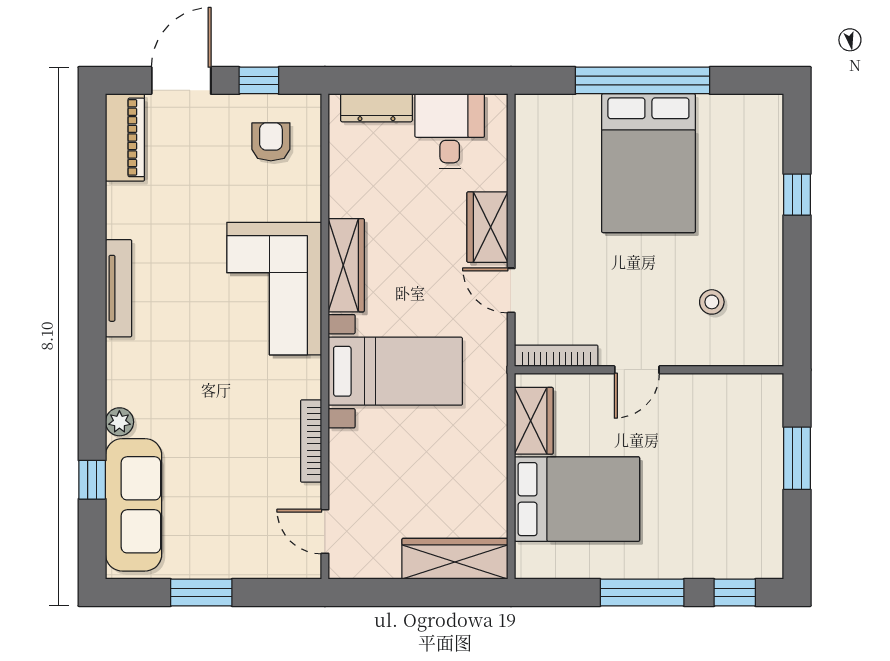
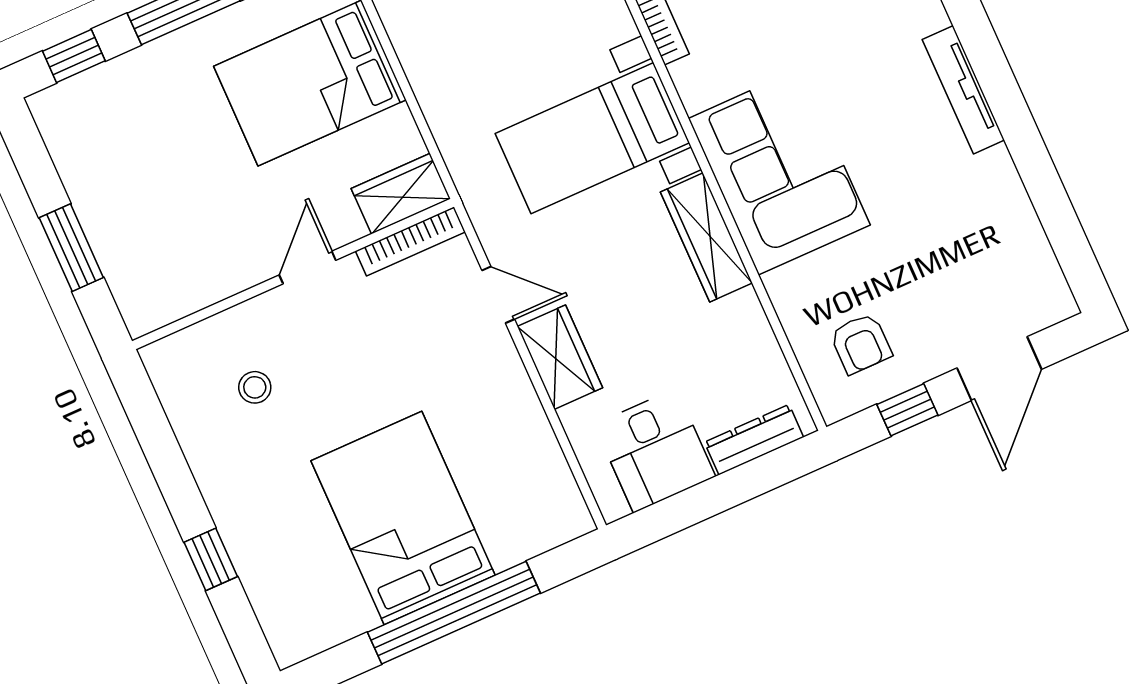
piano: (125, 137) -> (1036, 272), removed
wardrobe: (534, 421) -> (401, 194), moved, turned 90

